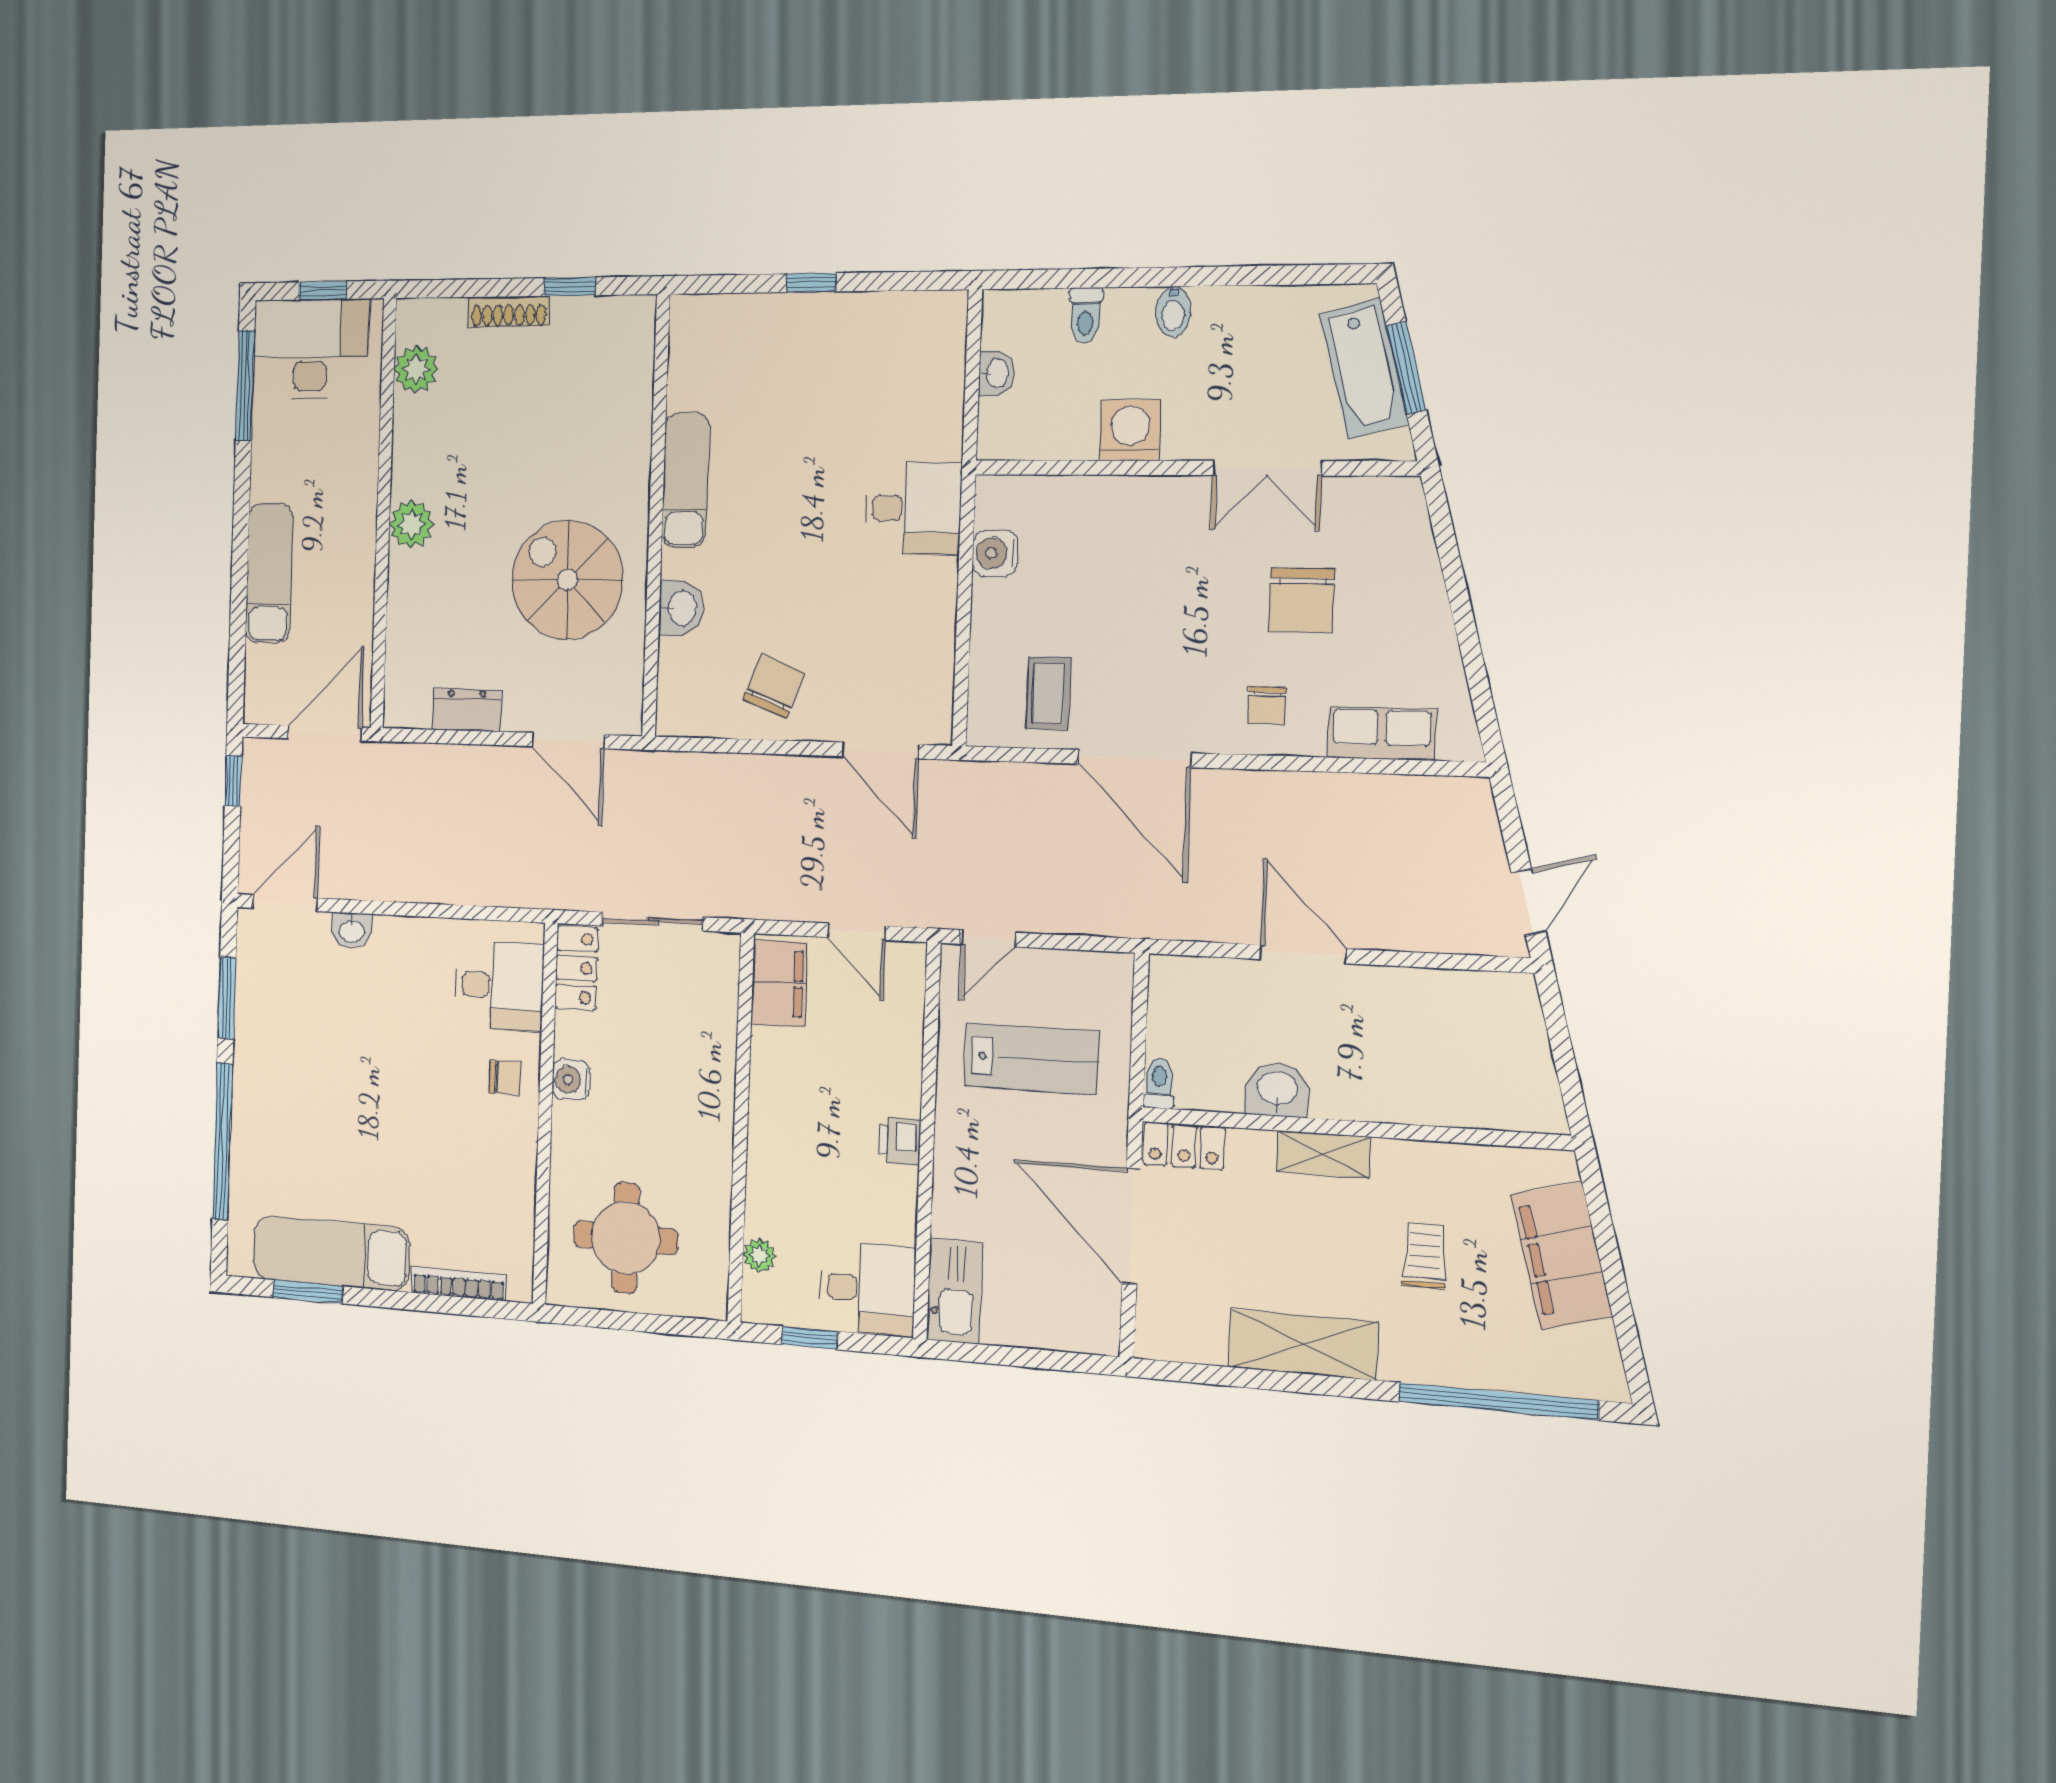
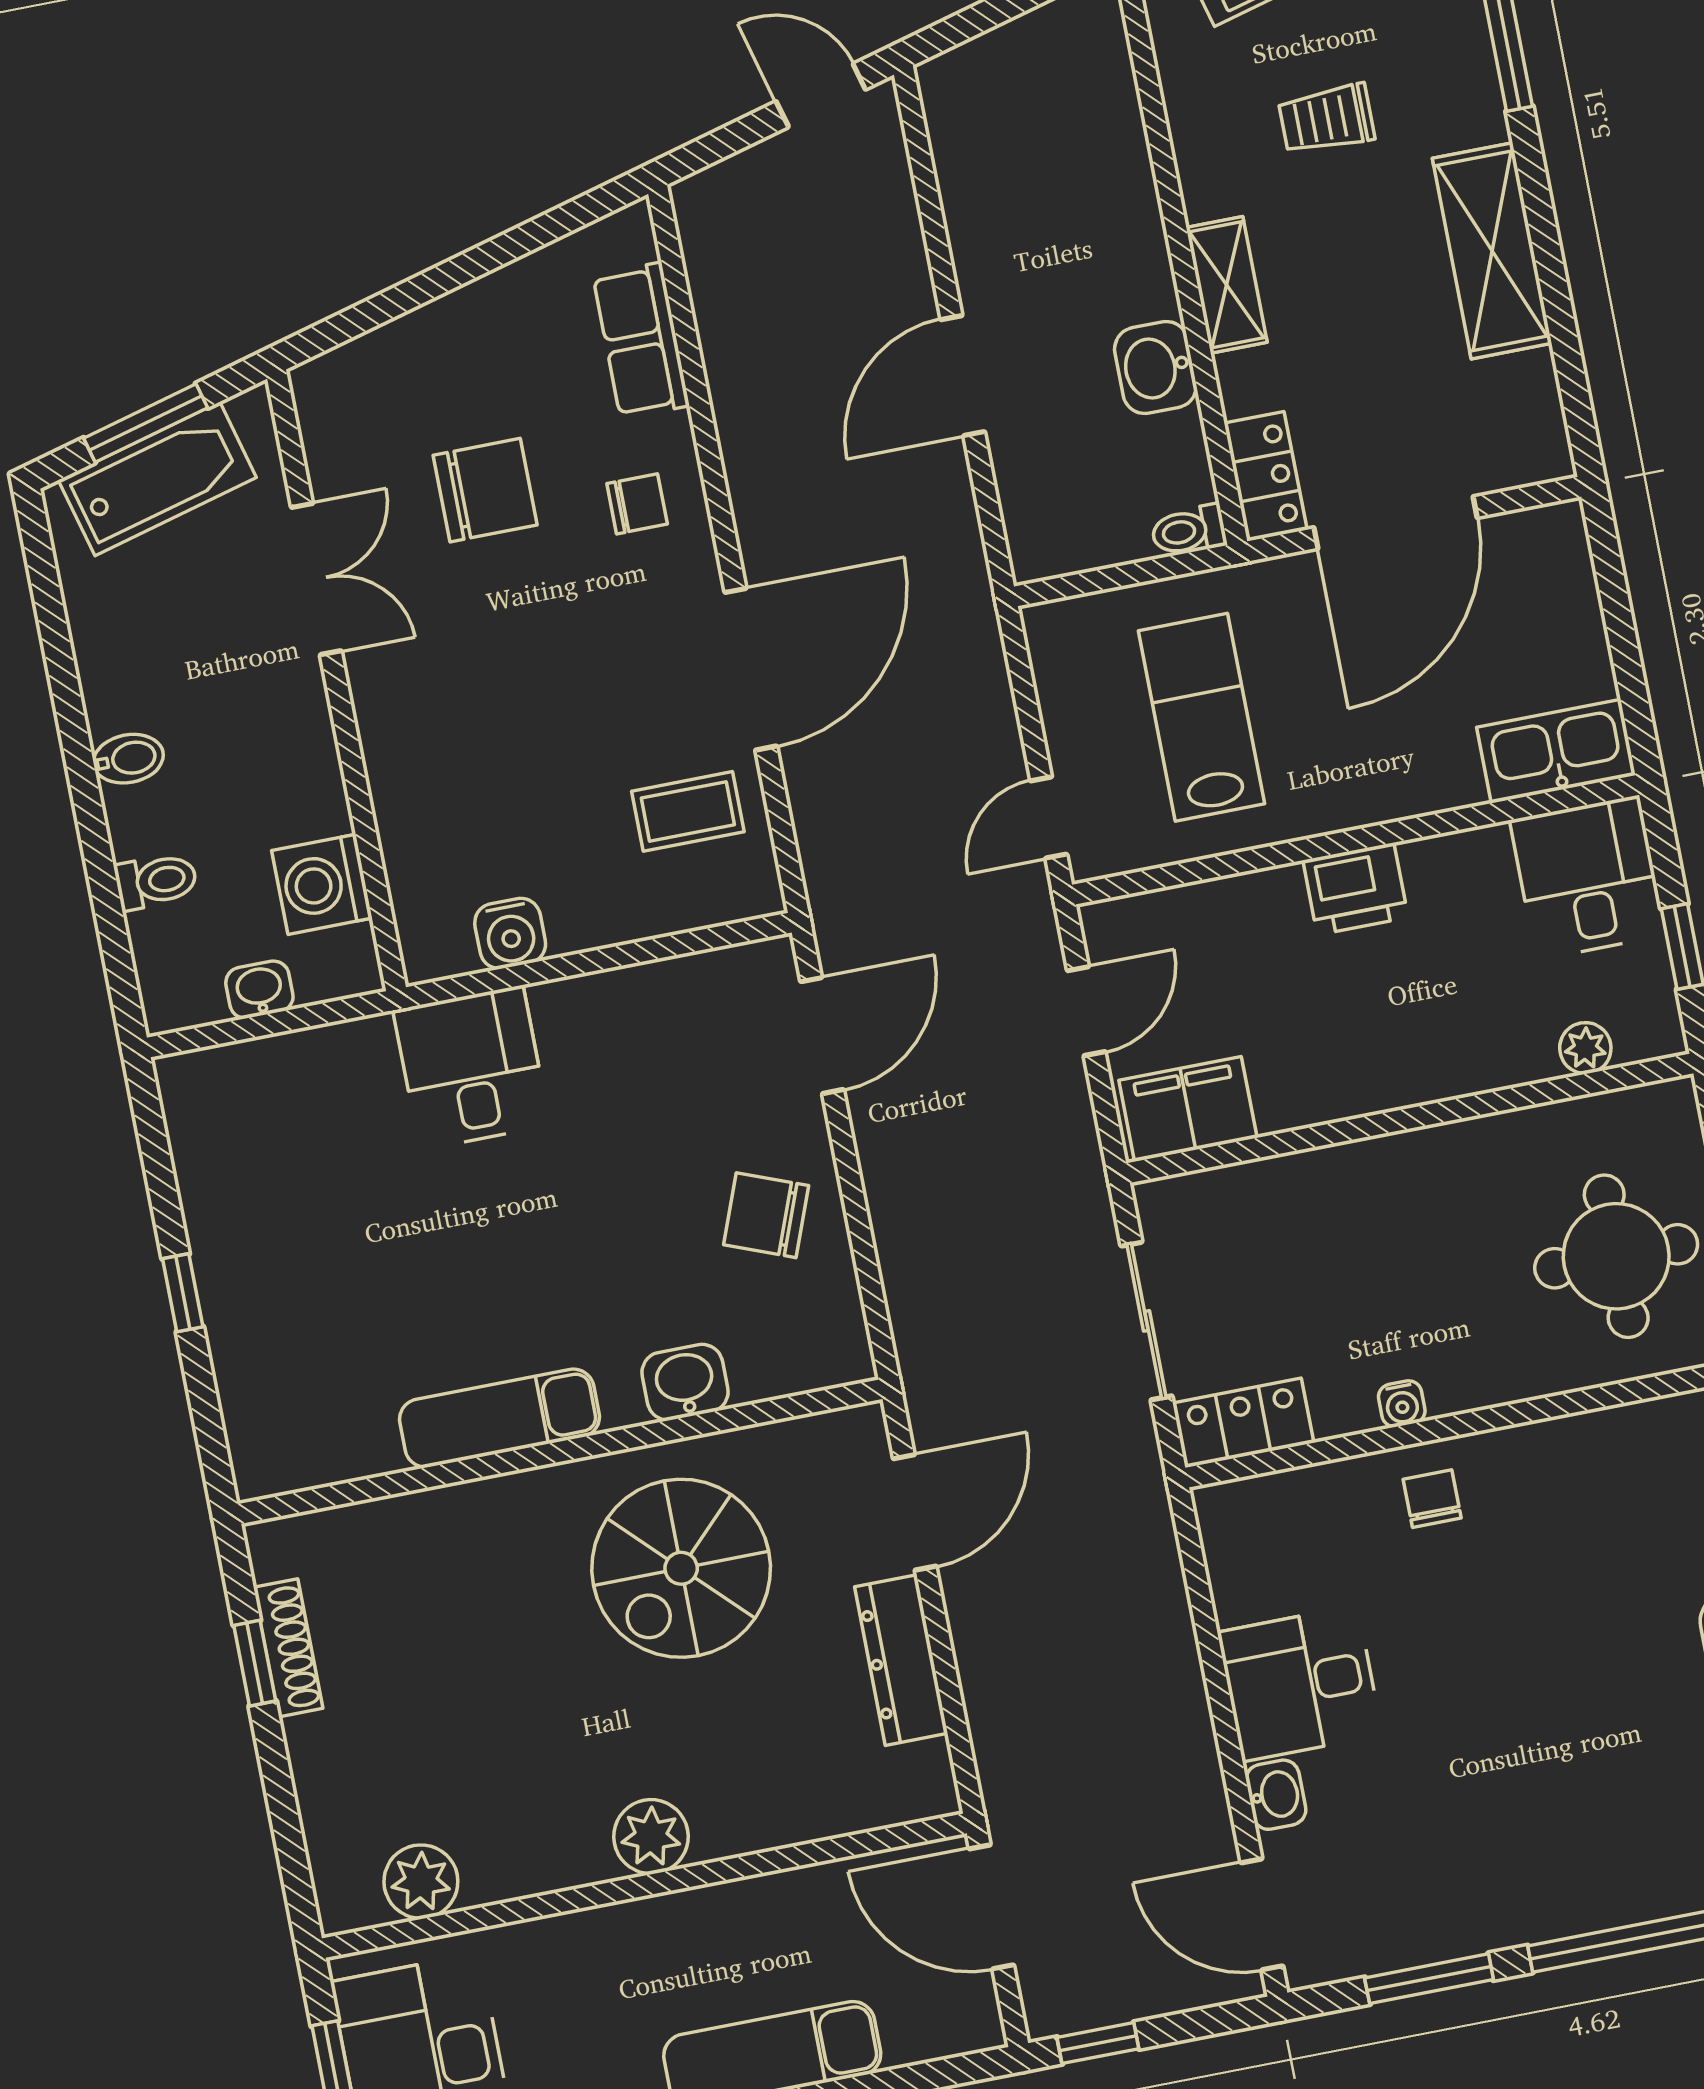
shoe rack: (509, 311) -> (288, 1648), moved
washing machine: (1130, 430) -> (322, 884), moved
dresser: (467, 710) -> (901, 1660), width x1.44
door: (988, 938) -> (1049, 818), swing flipped
desk: (499, 986) -> (1300, 1683), moved, turned -90
water cooler: (571, 1080) -> (1402, 1404), width x0.72, depth x0.72
printer: (900, 1141) -> (1355, 889), width x1.36, depth x1.24

